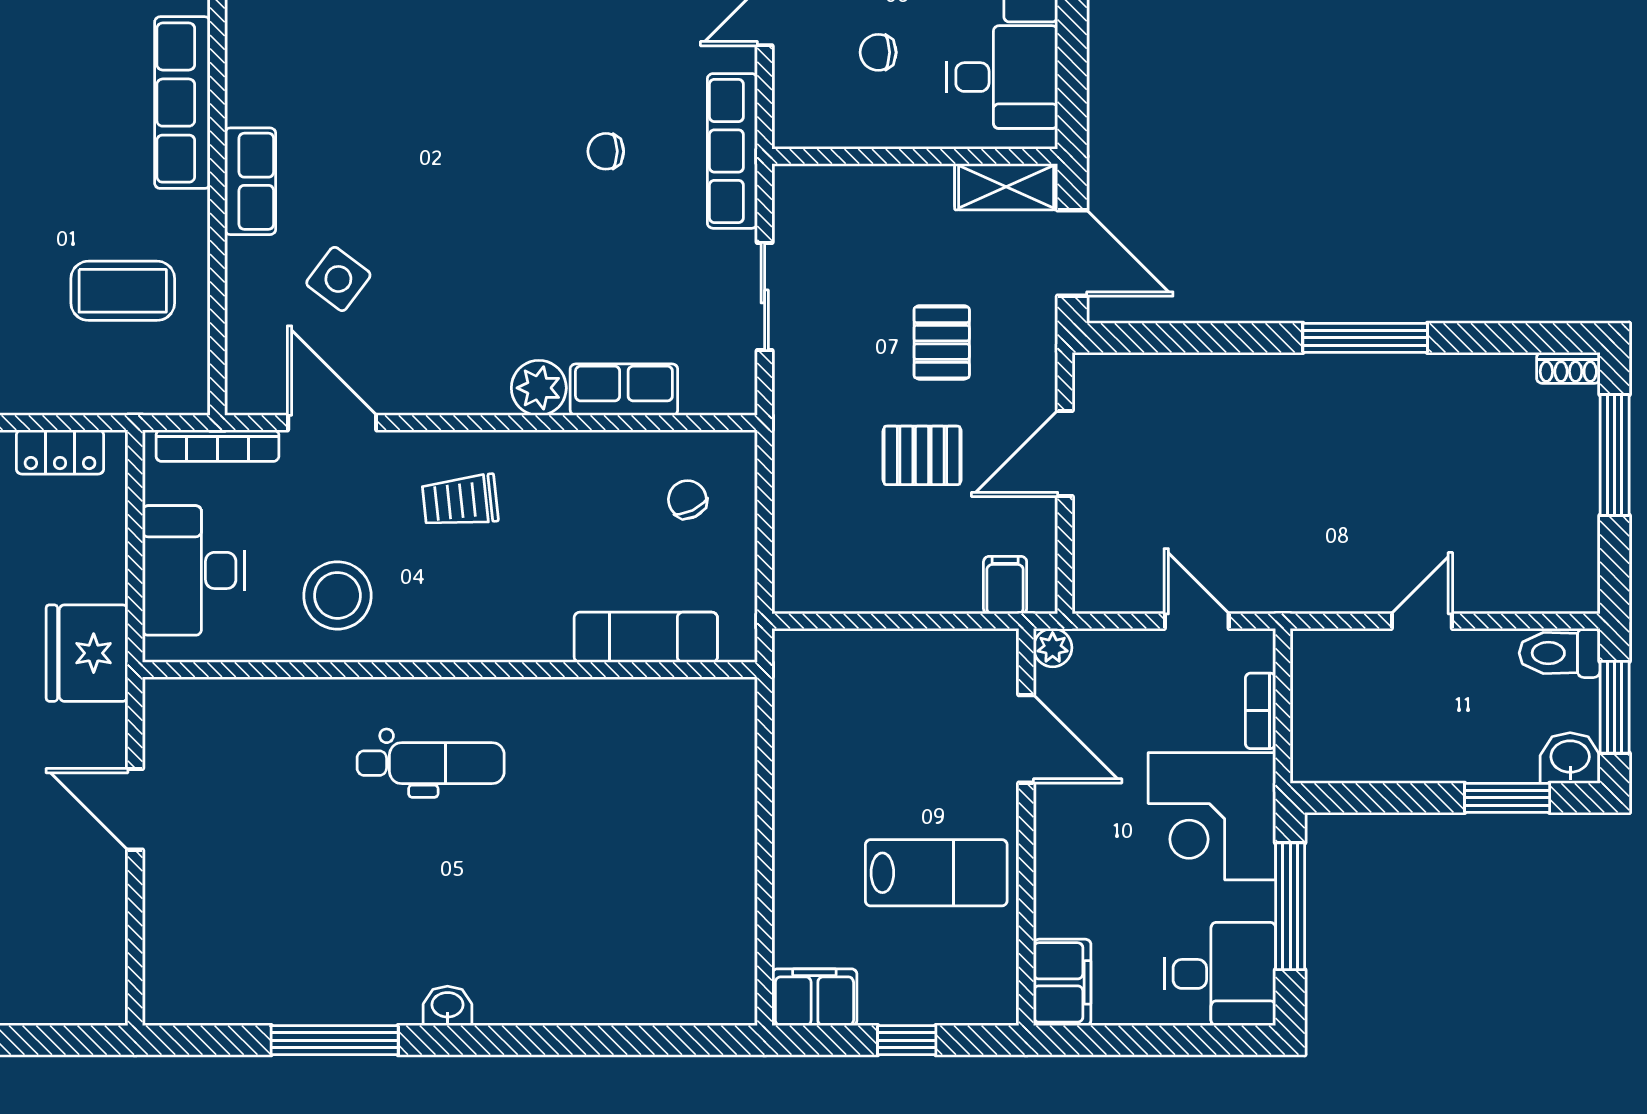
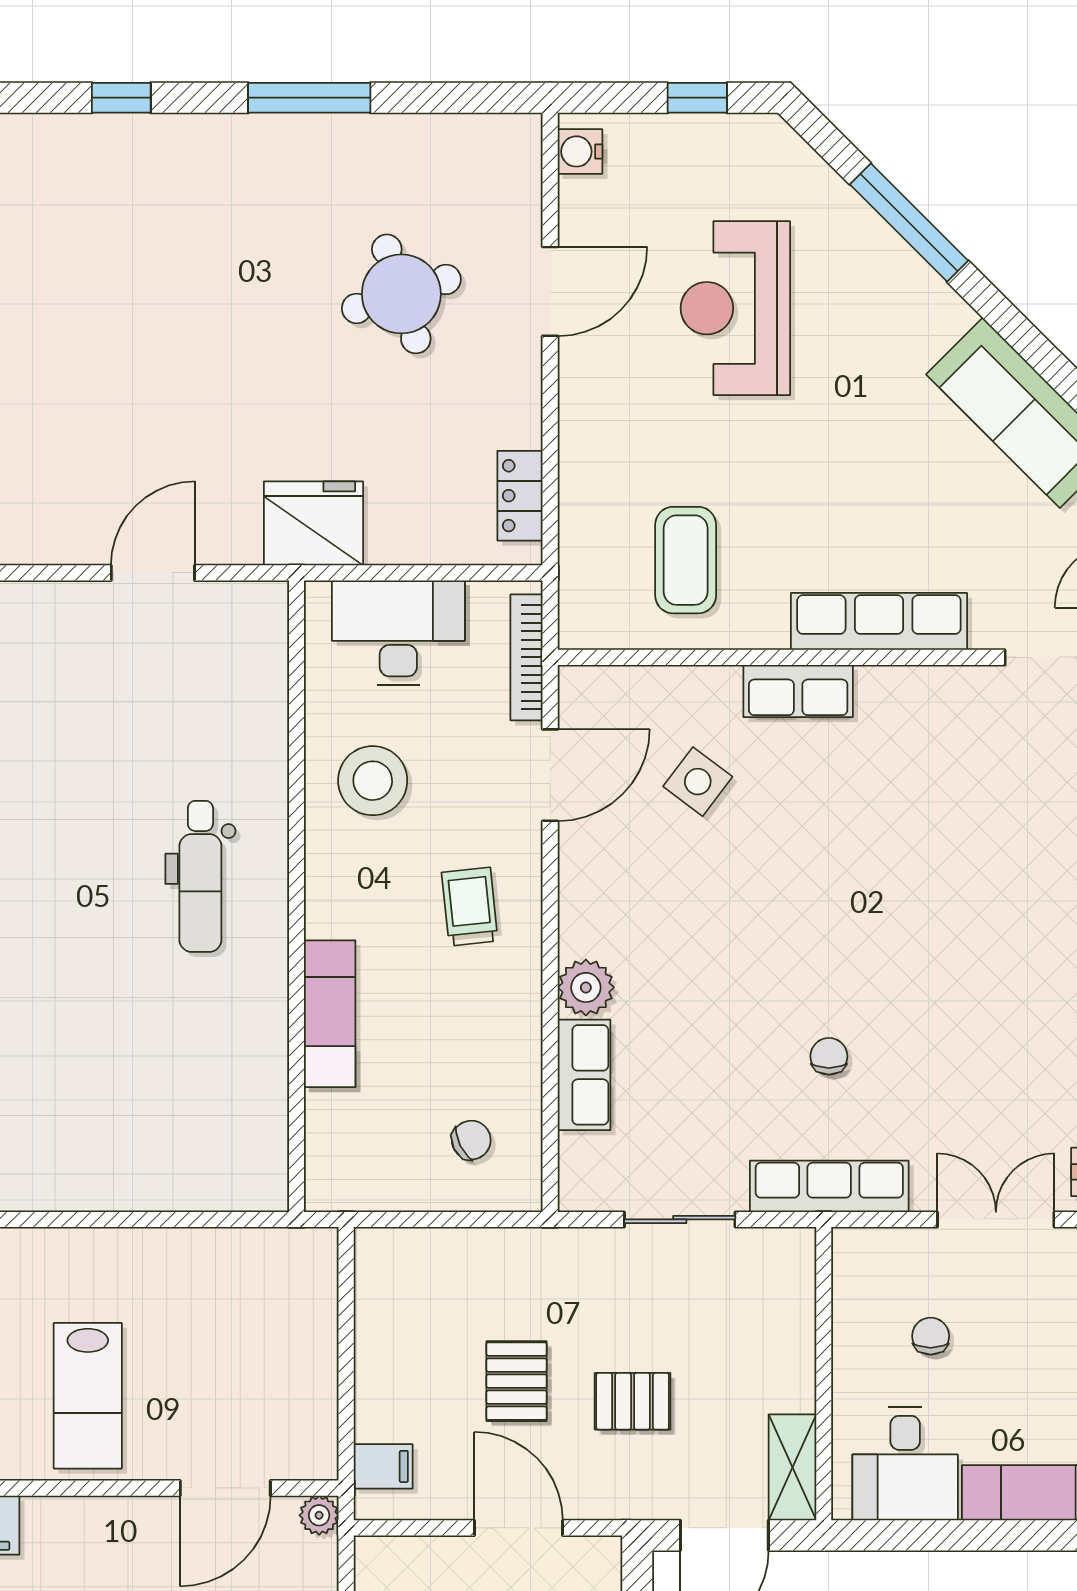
exam couch: (646, 637) -> (330, 1014), moved

